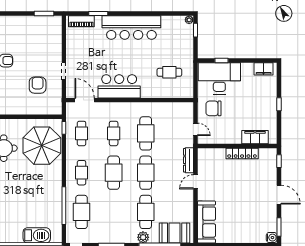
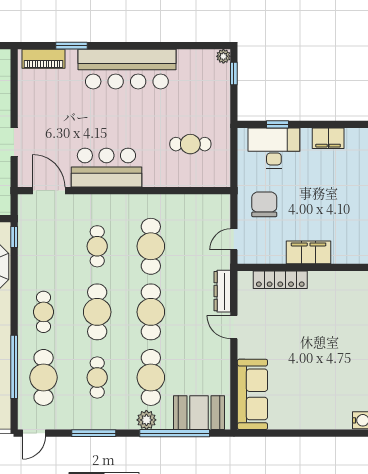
filing cabinet: (264, 69) -> (328, 138), moved
desk: (219, 78) -> (274, 148), width x0.73, depth x0.77
chair: (214, 108) -> (264, 204), turned 90
door: (195, 129) -> (234, 239), swing flipped
cafe table: (82, 133) -> (97, 377), moved
filing cabinet: (255, 137) -> (309, 252), moved
locker: (242, 153) -> (280, 280), moved
door: (195, 182) -> (234, 327), hinge flipped

